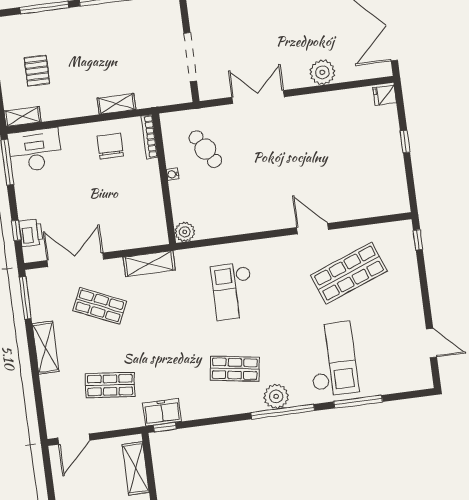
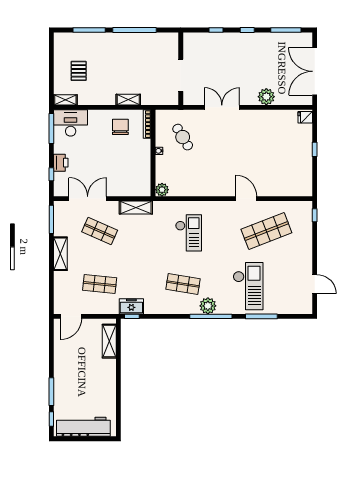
printer: (31, 233) -> (61, 163), moved
checkout: (233, 291) -> (189, 233), turned 180

